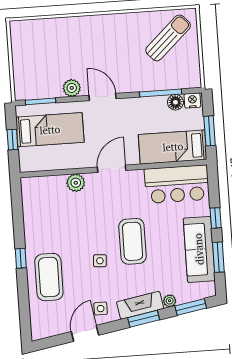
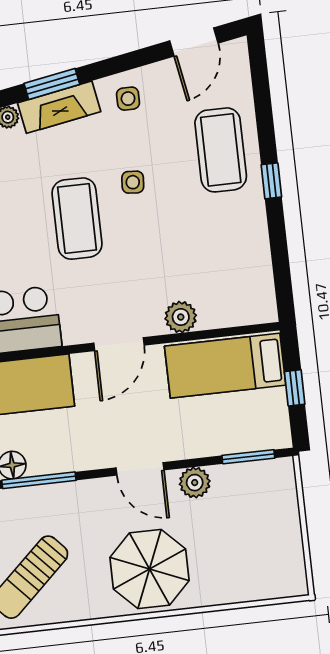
parasol: (100, 40) -> (150, 569), added
bed: (50, 130) -> (225, 366), moved
door: (85, 333) -> (194, 42), moved

